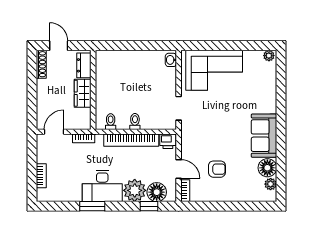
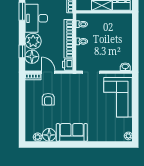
door: (179, 169) -> (48, 72), swing flipped

